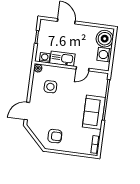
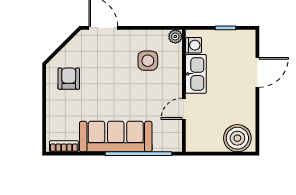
washing machine: (104, 55) -> (211, 141), removed
door: (82, 69) -> (184, 109), hinge flipped
sofa: (94, 112) -> (116, 137), width x1.36
armchair: (55, 136) -> (69, 79), turned 180

